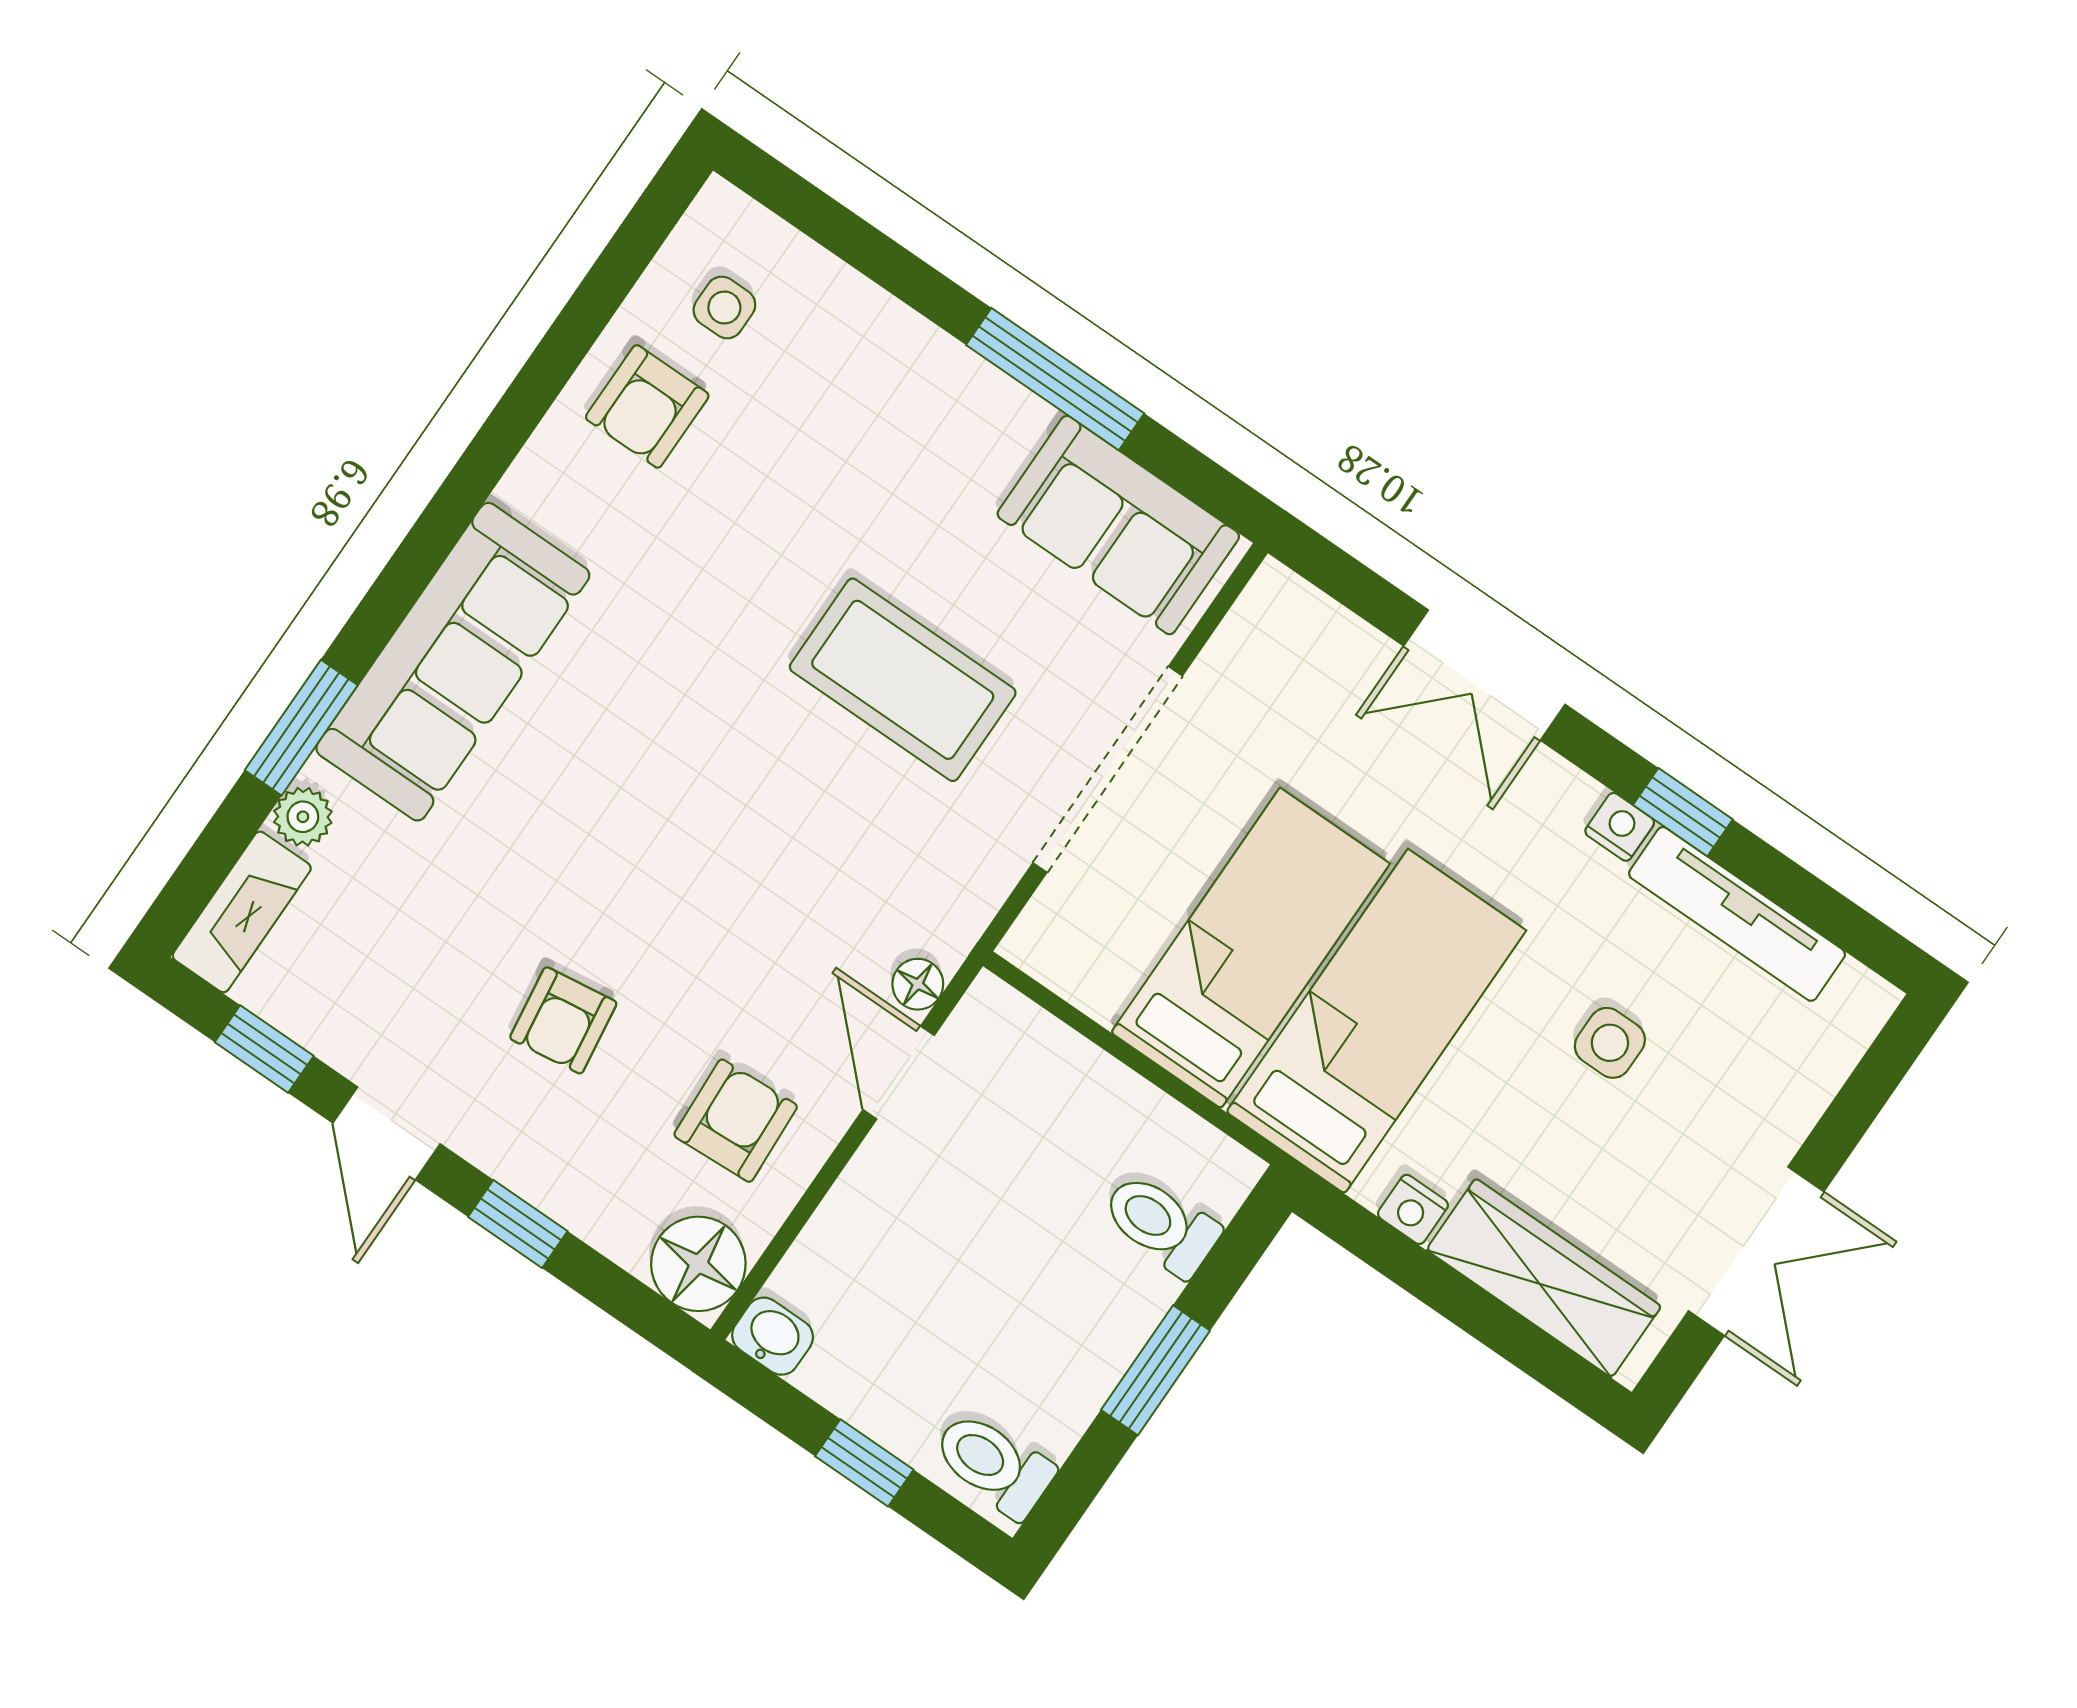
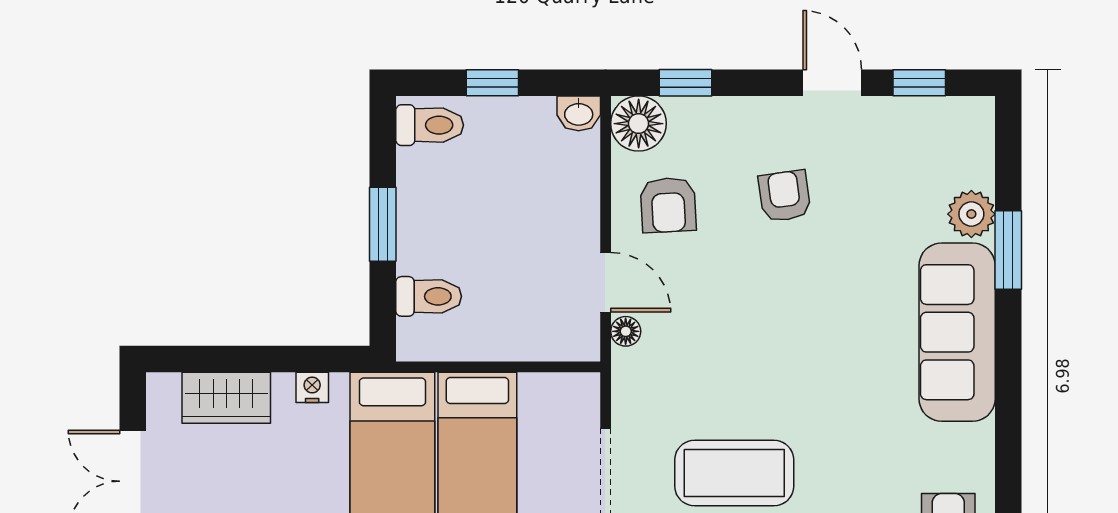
plant: (303, 817) -> (971, 214), width x1.38, depth x1.38
fireplace: (242, 912) -> (976, 141), removed
window: (518, 1224) -> (686, 83), moved
wardrobe: (1544, 1278) -> (226, 398), width x0.67

